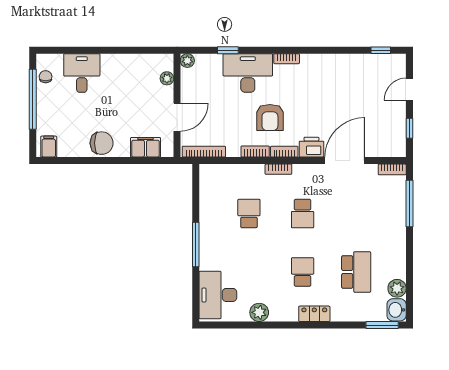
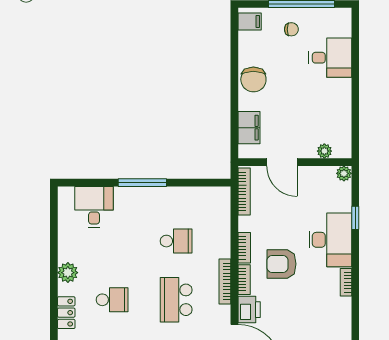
chair: (46, 77) -> (291, 29), moved
bookcase: (278, 169) -> (225, 281), width x1.56
school desk: (303, 214) -> (176, 300), width x1.85
desk: (218, 295) -> (94, 207), width x0.73
plant: (259, 312) -> (68, 273), moved

